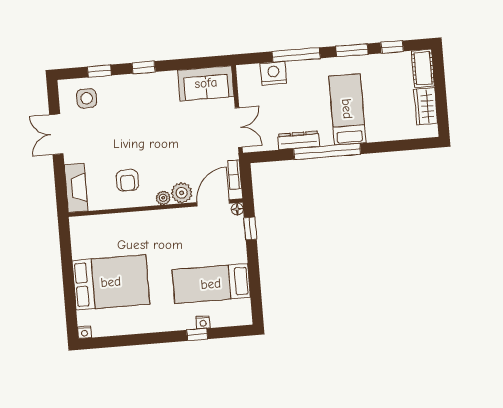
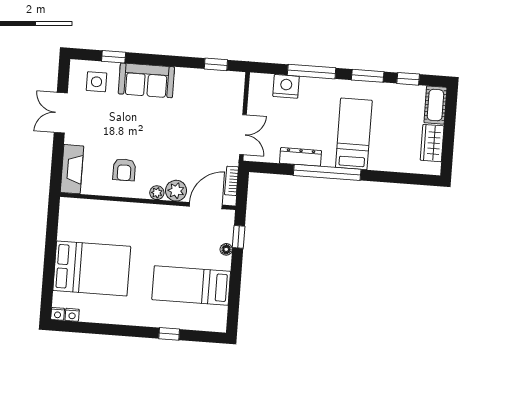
window: (144, 67) -> (216, 64), moved
sofa: (206, 83) -> (146, 80), moved
floor lamp: (237, 209) -> (226, 249), moved
nightstand: (203, 322) -> (72, 315), moved

